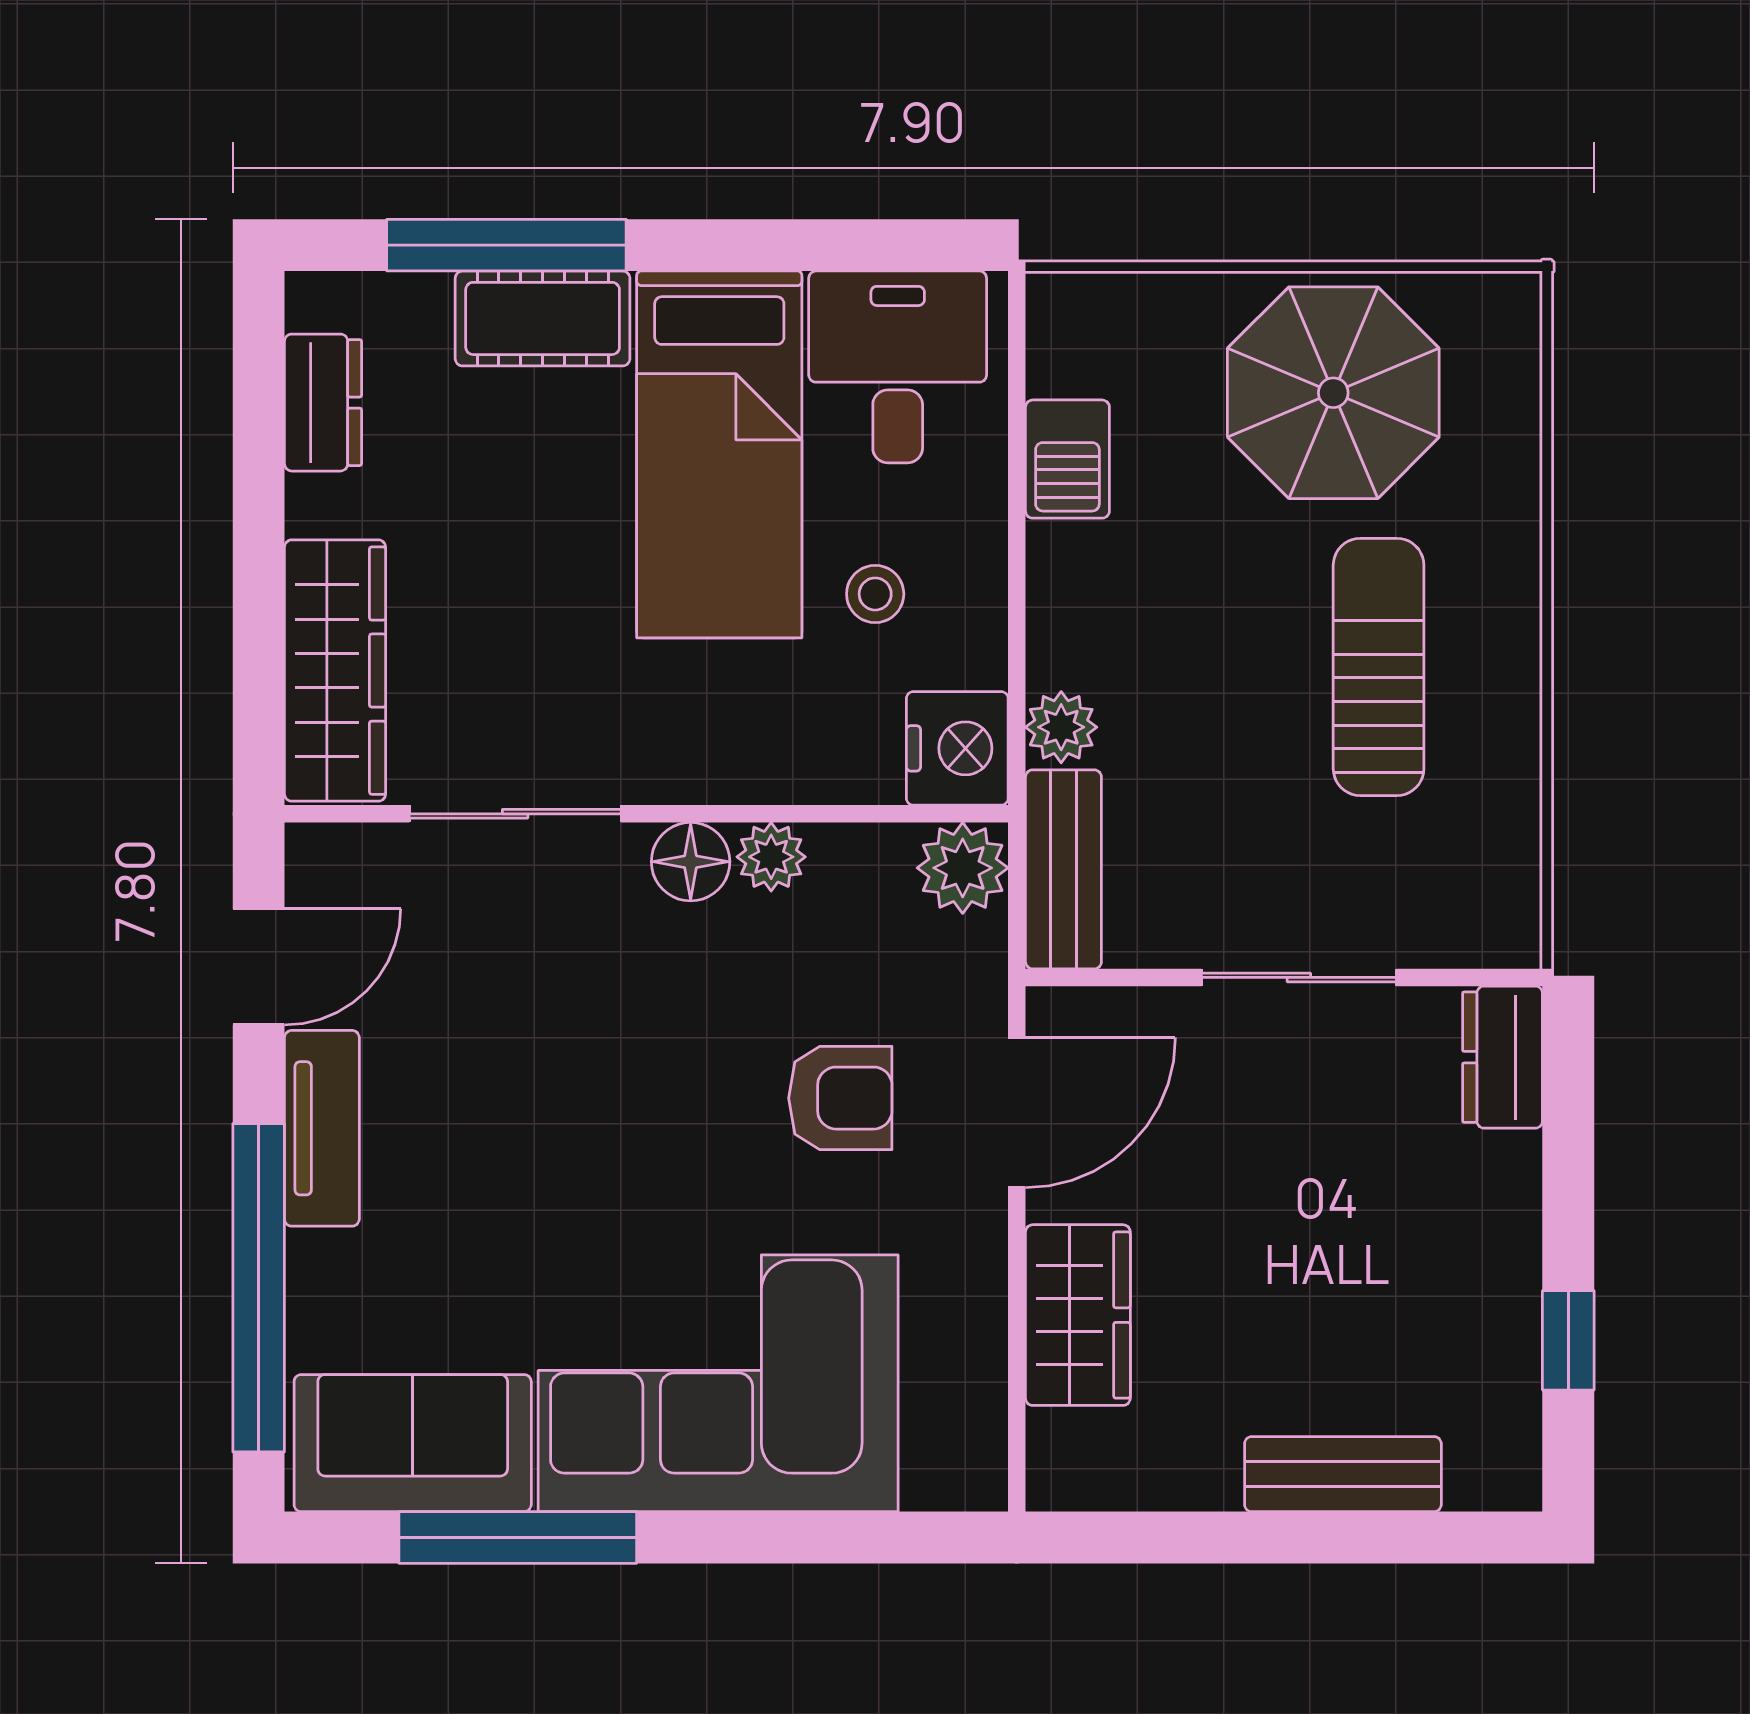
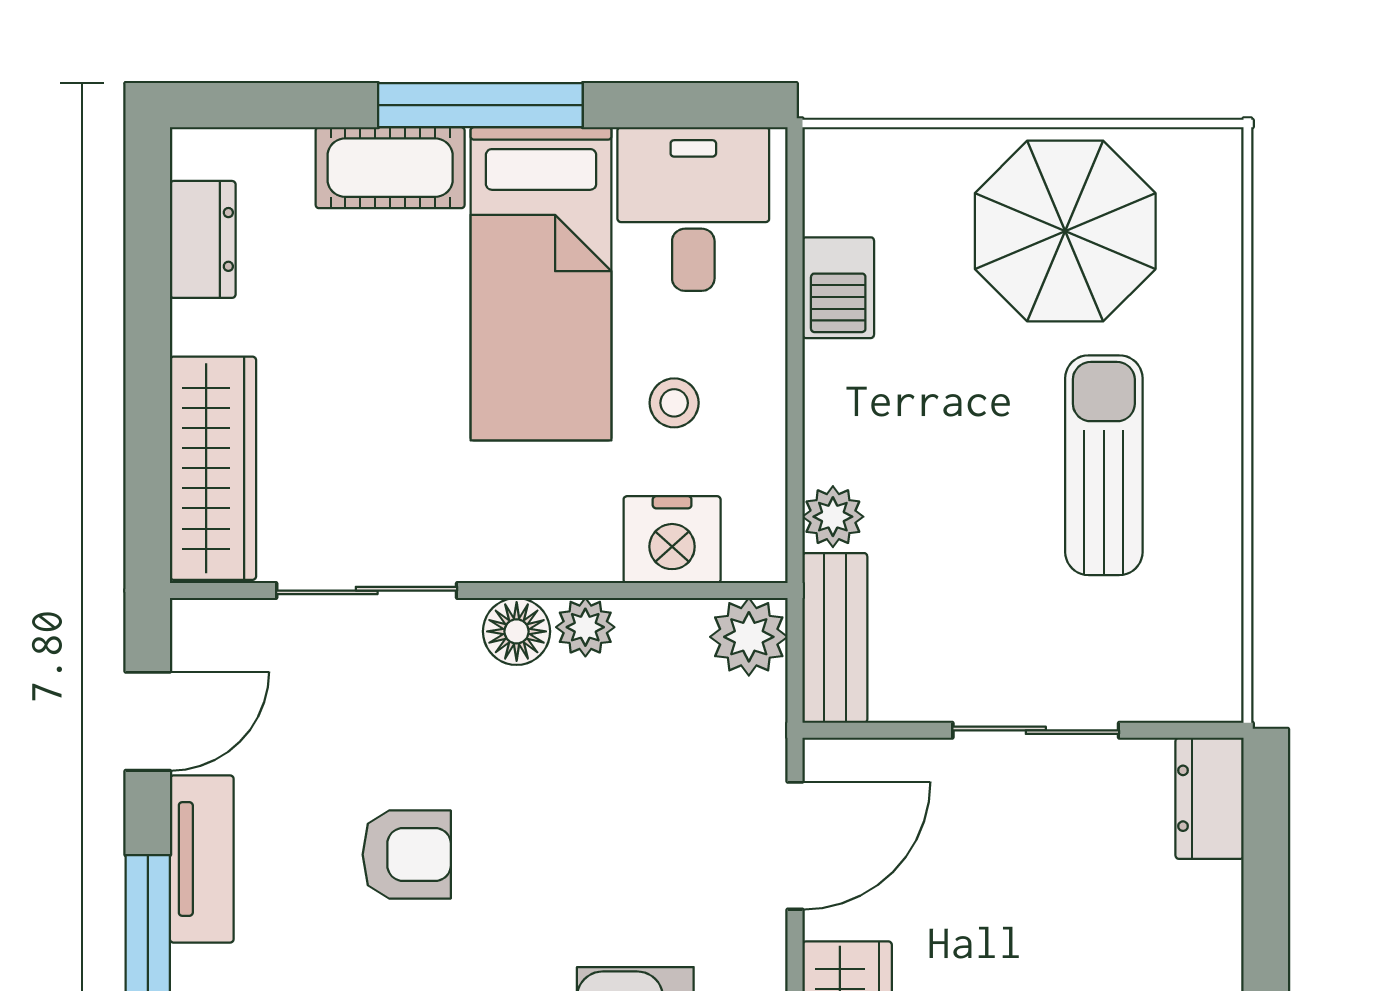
window: (506, 245) -> (480, 105), moved
nightstand: (957, 748) -> (672, 540), moved, turned 90
armchair: (840, 1098) -> (407, 855), moved

